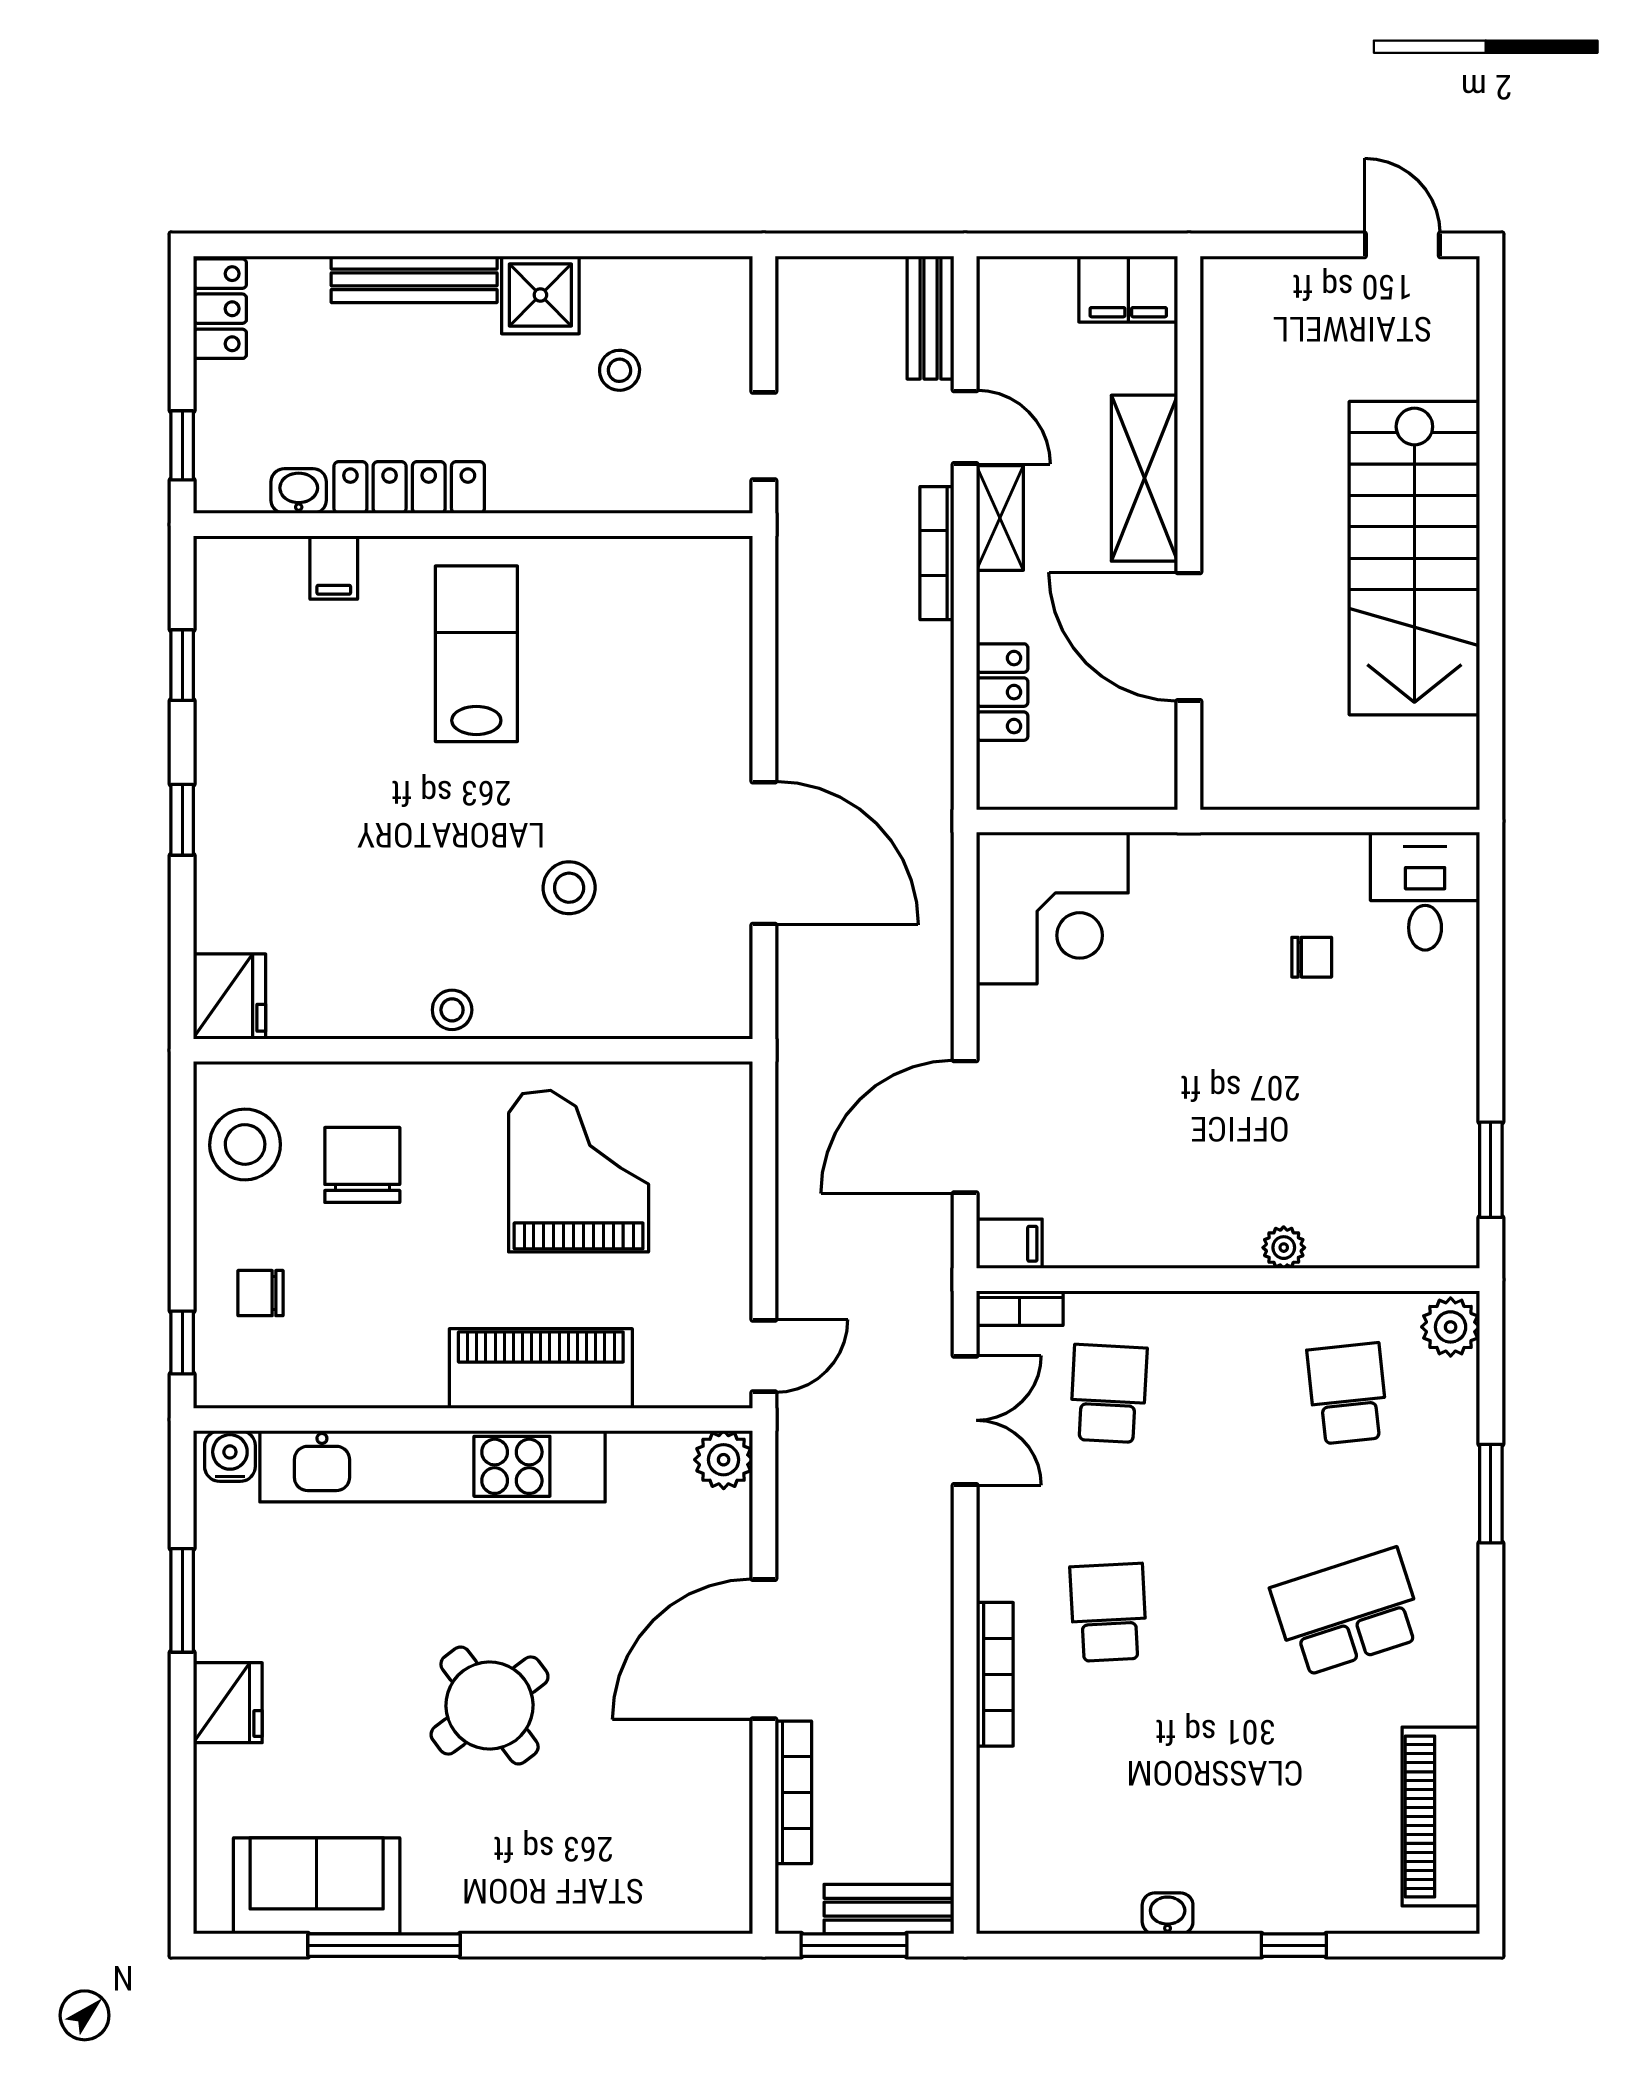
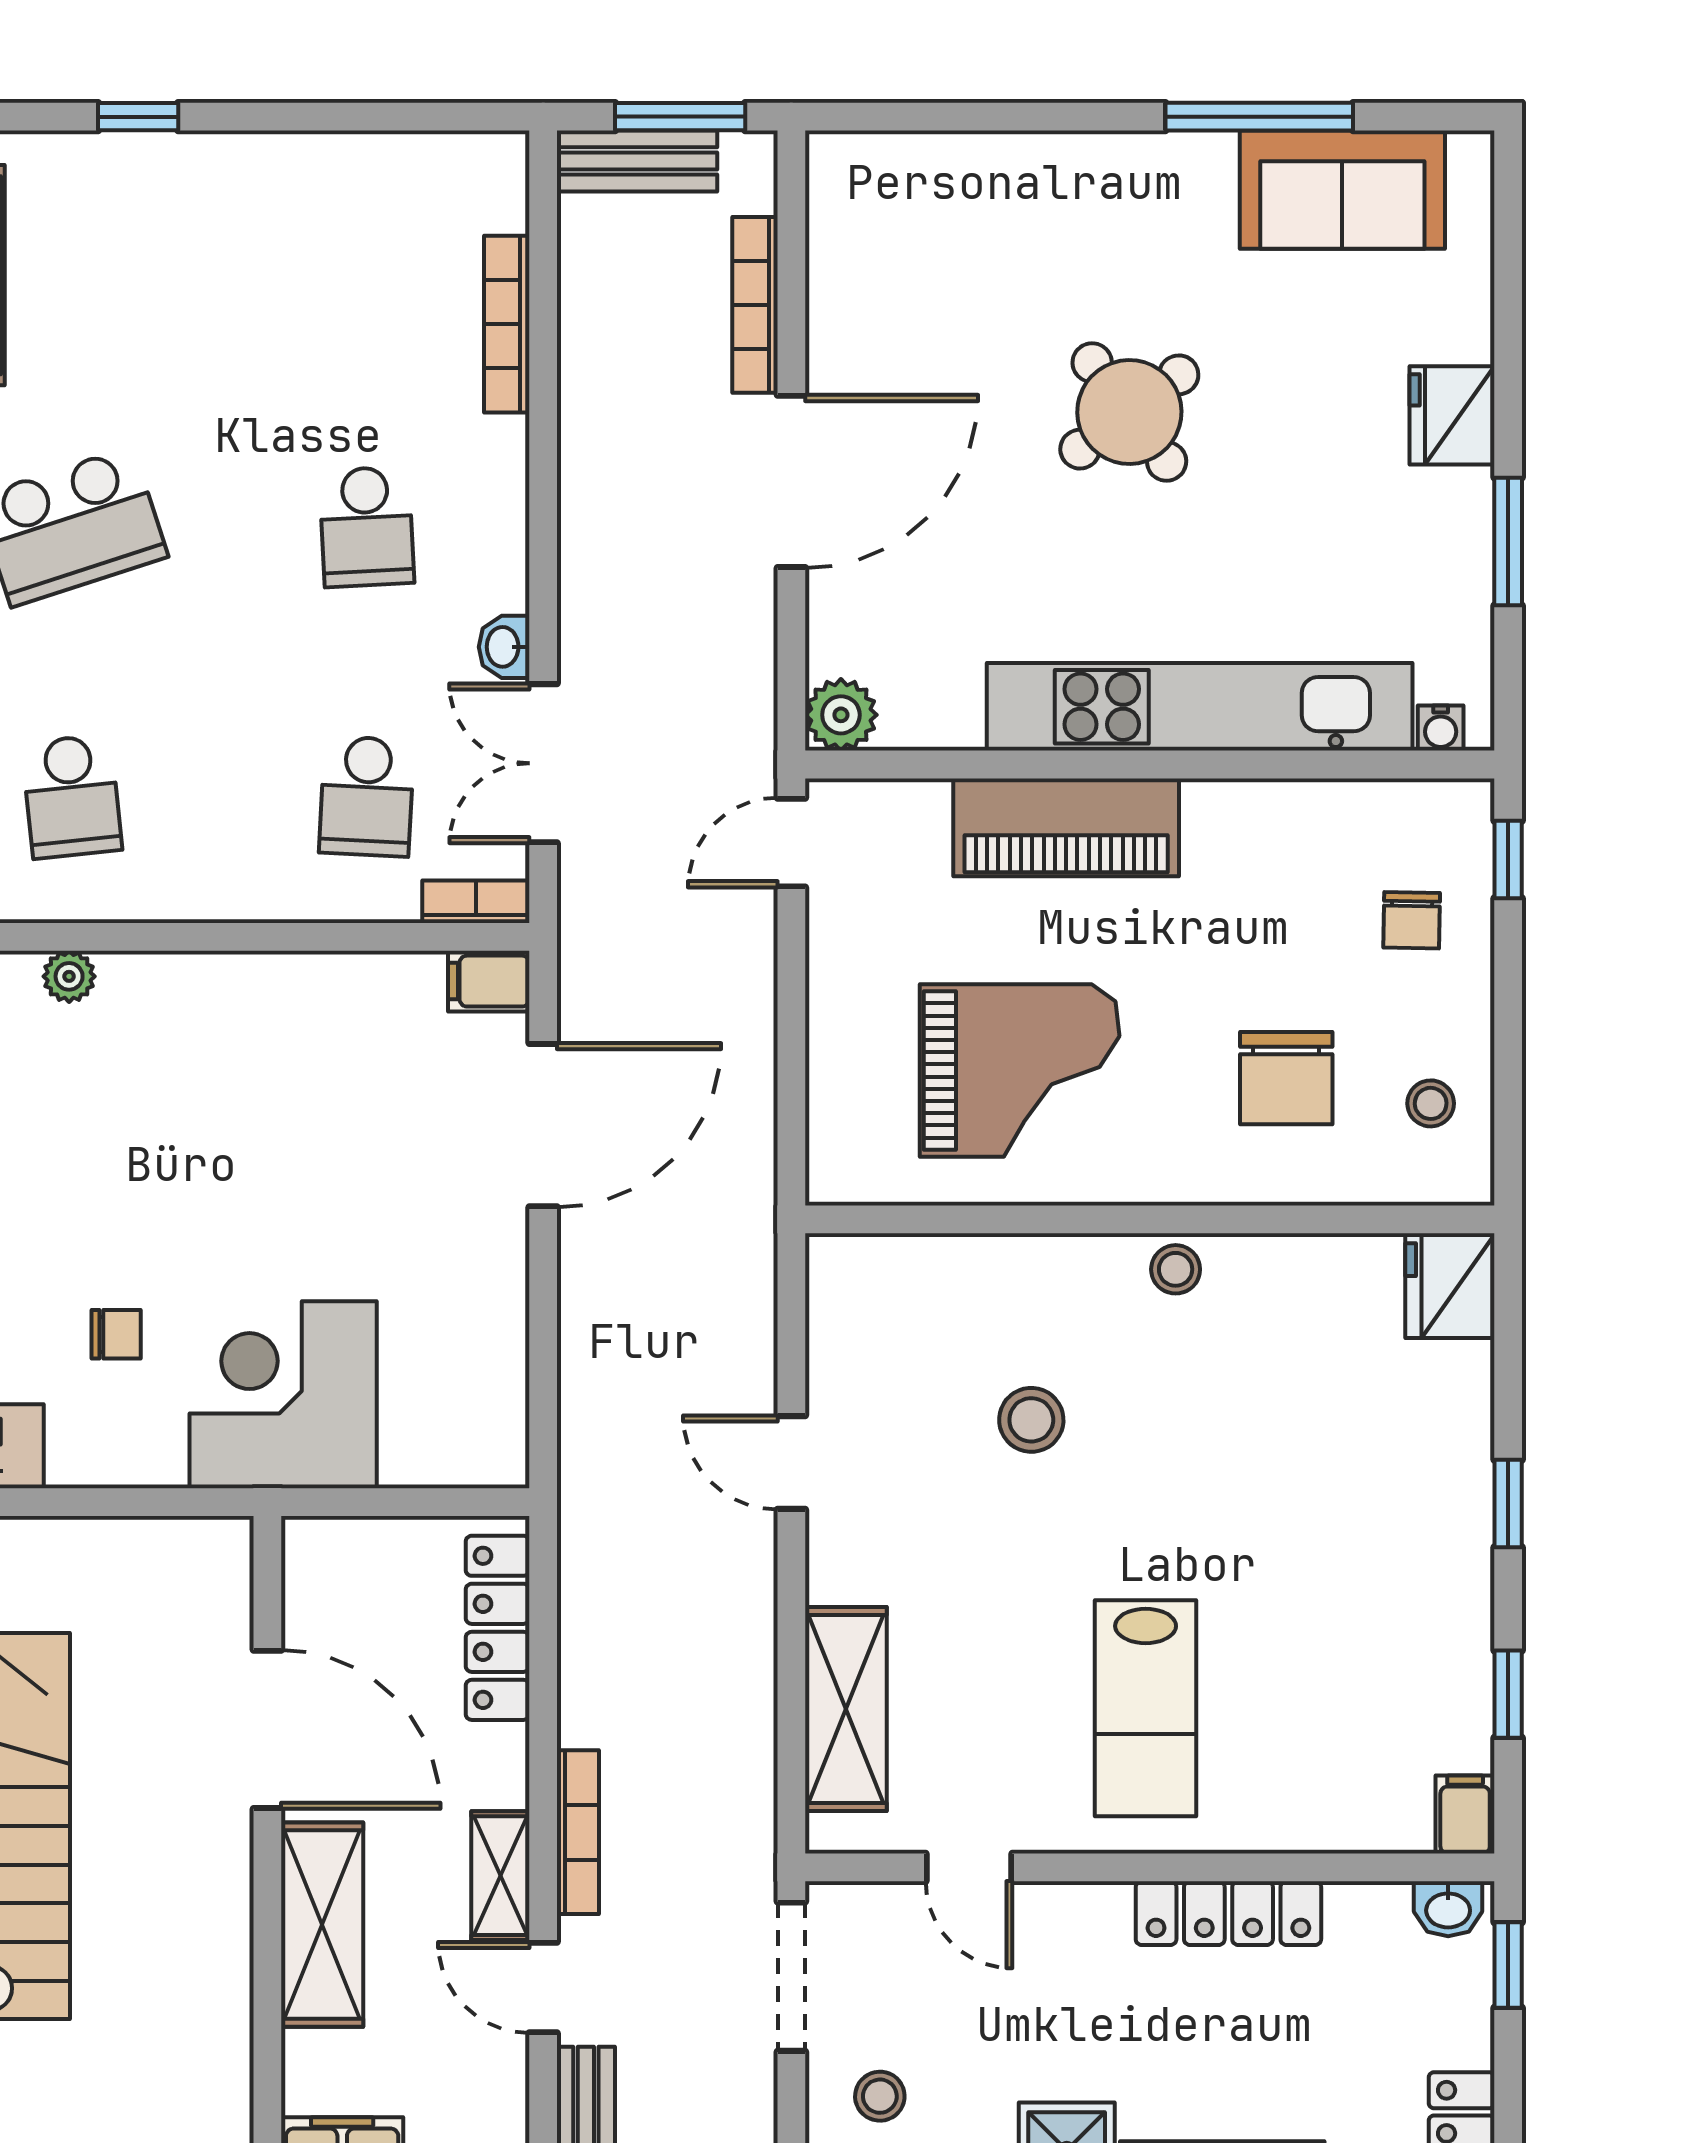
stool: (620, 370) -> (880, 2096), moved
doorway: (764, 436) -> (791, 1977), width x1.38
washbasin: (299, 491) -> (1448, 1909), moved
door: (620, 525) -> (969, 1867), added
filing cabinet: (334, 567) -> (1465, 1815), moved
shelving: (720, 653) -> (846, 1709), added
locker: (1002, 692) -> (498, 1628), width x1.53
door: (764, 853) -> (791, 1462), width x0.53
corner desk: (1052, 908) -> (283, 1395), moved
chair: (1312, 957) -> (116, 1334), turned 180
stool: (245, 1144) -> (1431, 1103), width x0.53, depth x0.53
grand piano: (579, 1171) -> (1020, 1071), turned -90
plant: (1284, 1248) -> (69, 976), moved
chair: (260, 1293) -> (1412, 920), turned 91
water cooler: (230, 1456) -> (1441, 728), width x0.72, depth x0.72
bookcase: (995, 1674) -> (507, 324), moved
washbasin: (1168, 1913) -> (504, 647), moved, turned 90

